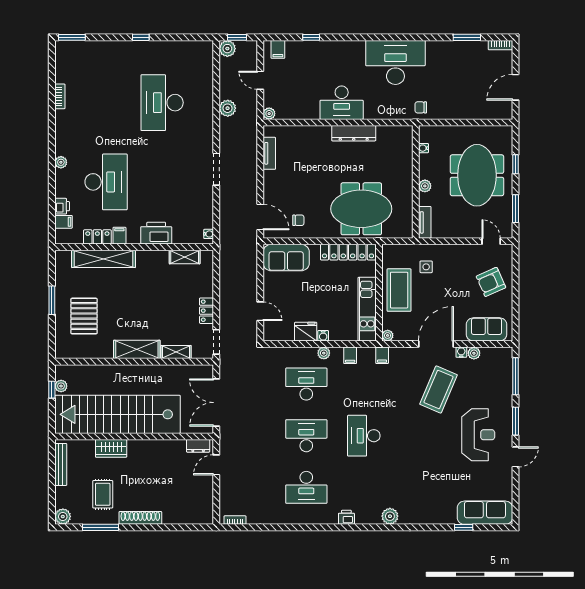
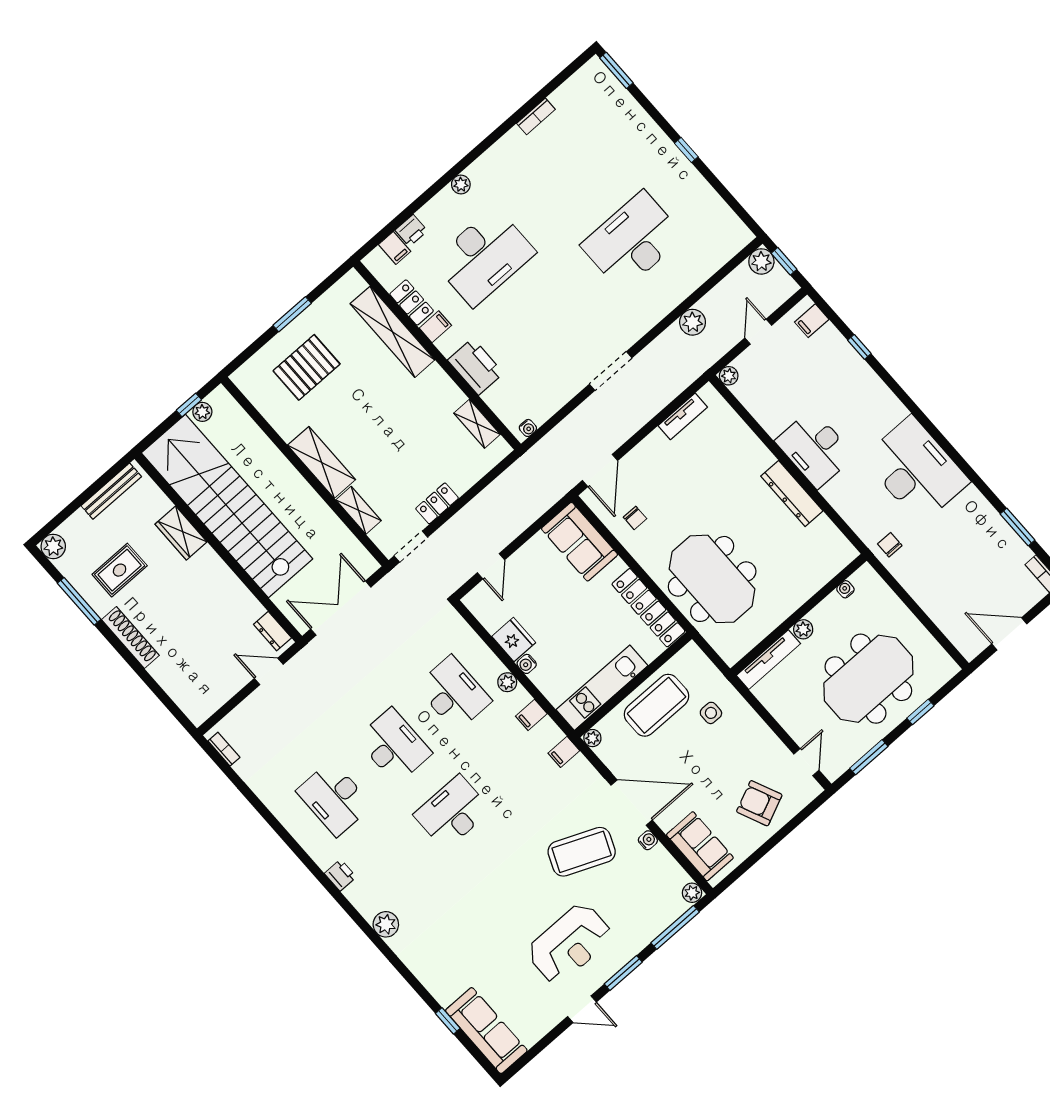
tv unit: (425, 222) -> (768, 660), width x1.41
plant: (474, 353) -> (692, 893), moved

